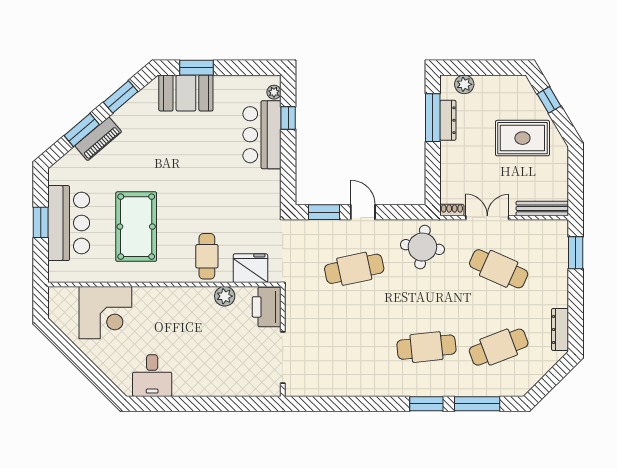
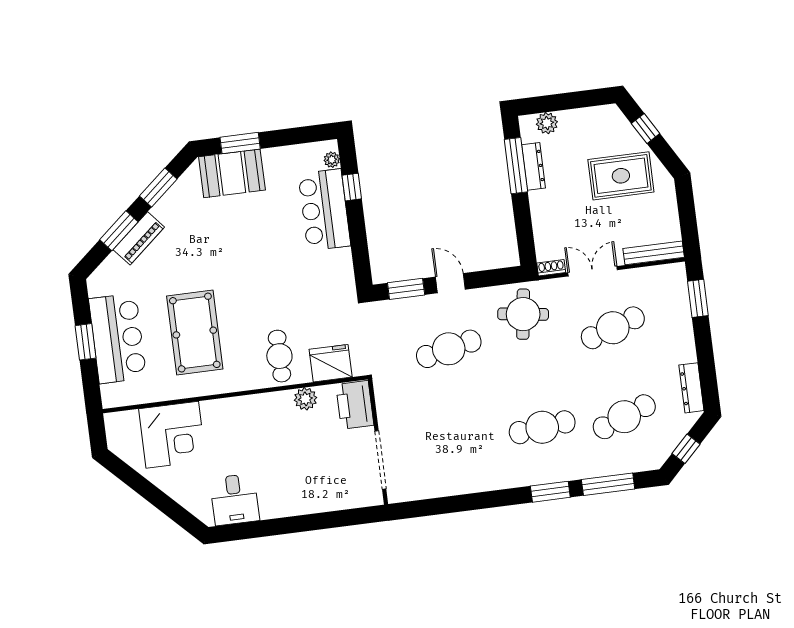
cafe table: (499, 269) -> (613, 328), turned -42
window: (549, 382) -> (686, 449), added

